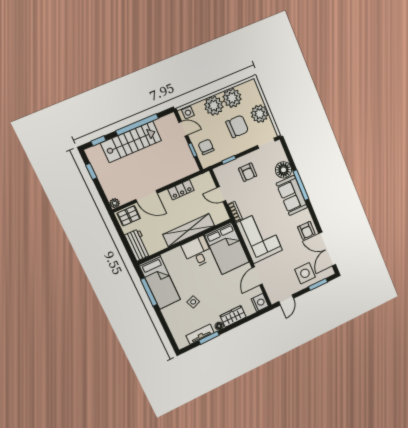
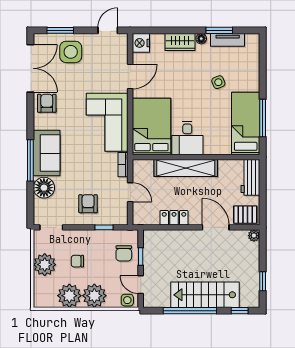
chair: (237, 126) -> (77, 261), width x0.54, depth x0.54

